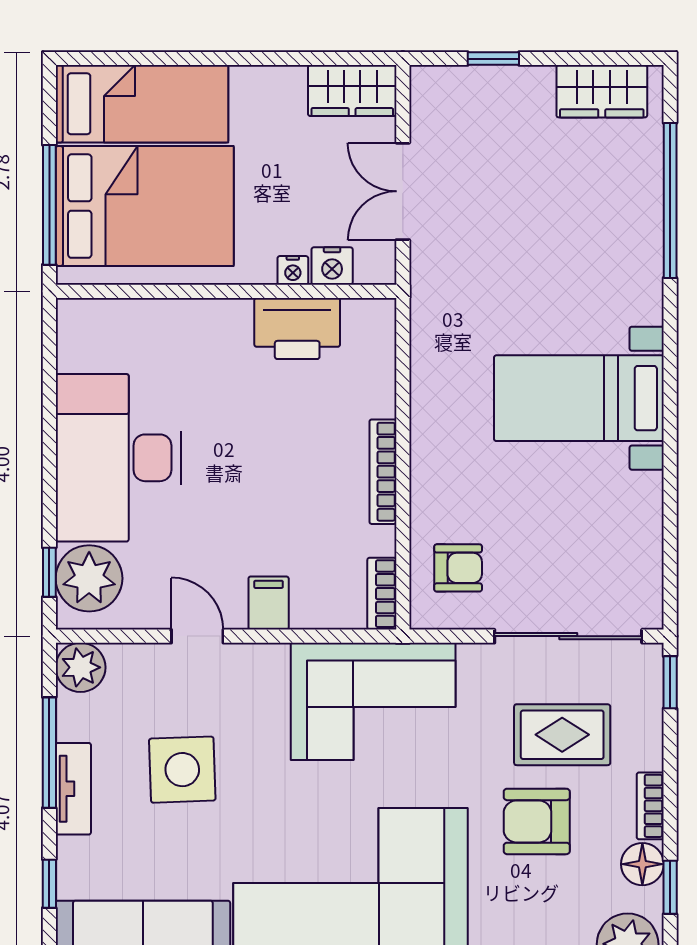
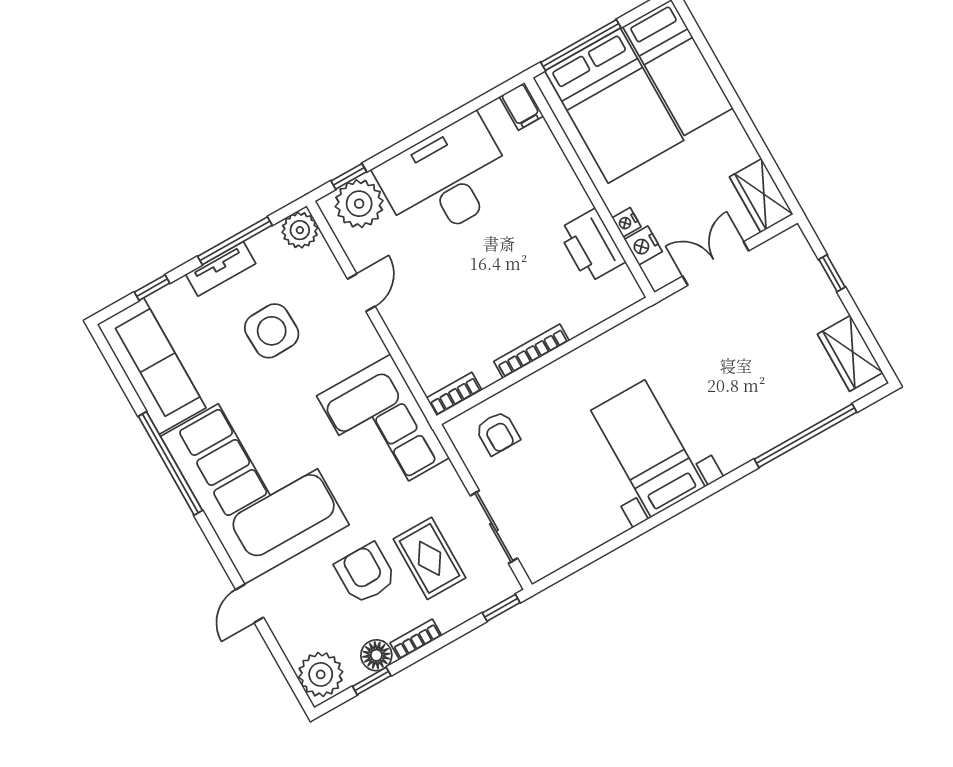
filing cabinet: (269, 603) -> (521, 106), moved, turned 90
sliding door: (568, 636) -> (494, 527), width x0.73

